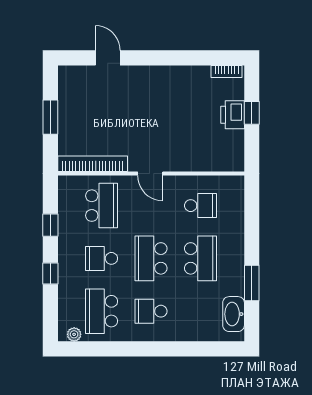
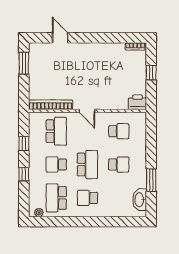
printer: (233, 115) -> (137, 102), moved, turned 90
window: (50, 117) -> (24, 63), moved
school desk: (151, 258) -> (87, 165), turned 180
school desk: (200, 258) -> (119, 165), width x0.54

